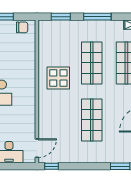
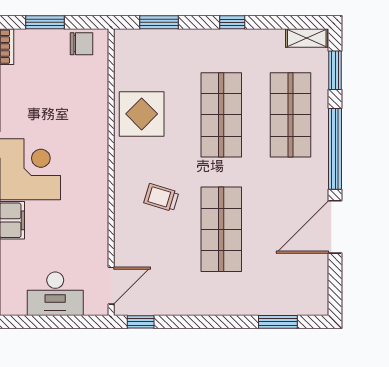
window: (97, 17) -> (232, 22), width x0.46
display table: (58, 78) -> (142, 114), moved
trolley: (62, 104) -> (161, 198), added

